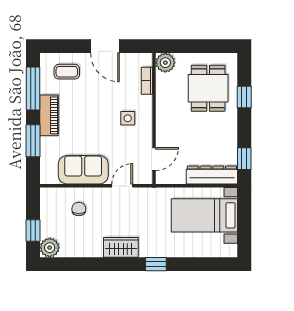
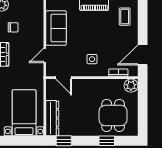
door: (105, 46) -> (143, 55), moved
dining table: (208, 88) -> (113, 115), turned 90
door: (122, 186) -> (45, 55), swing flipped
chair: (79, 209) -> (13, 27), moved

